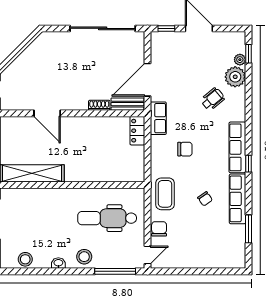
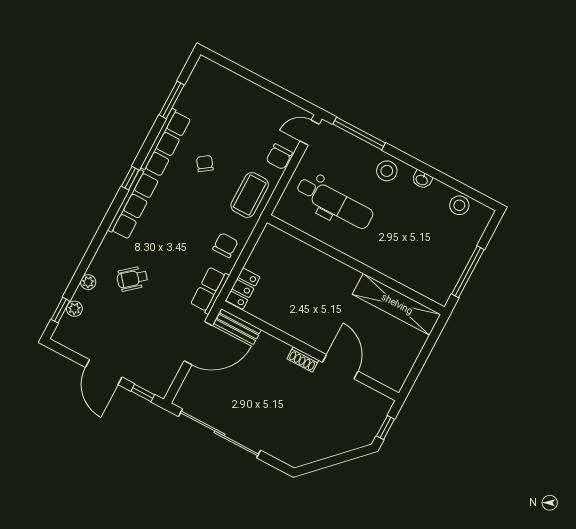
plant: (235, 77) -> (88, 282), width x0.53, depth x0.53
shoe rack: (99, 105) -> (303, 359), moved
chair: (185, 149) -> (225, 245), moved, turned 90

